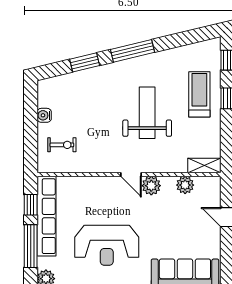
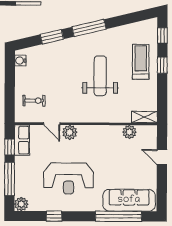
water cooler: (44, 115) -> (20, 61), moved
door: (131, 175) -> (52, 124), moved
plant: (151, 186) -> (70, 132), moved
row of seats: (46, 216) -> (22, 140), width x0.50

